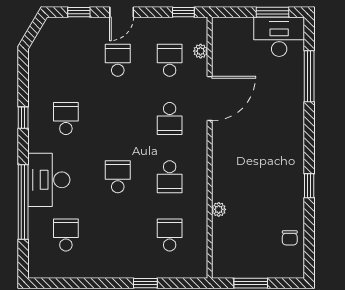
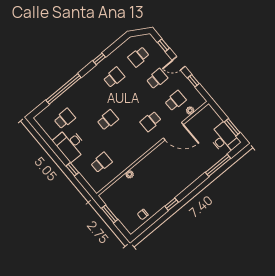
window: (183, 12) -> (193, 81), moved
school desk: (170, 177) -> (139, 57), moved
desk: (49, 180) -> (70, 144), moved, turned -90

